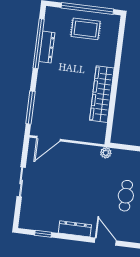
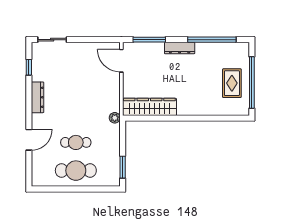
dresser: (47, 47) -> (180, 48), moved
wardrobe: (102, 94) -> (149, 107), moved
sliding door: (21, 182) -> (52, 40), moved
door: (105, 242) -> (29, 140), moved

